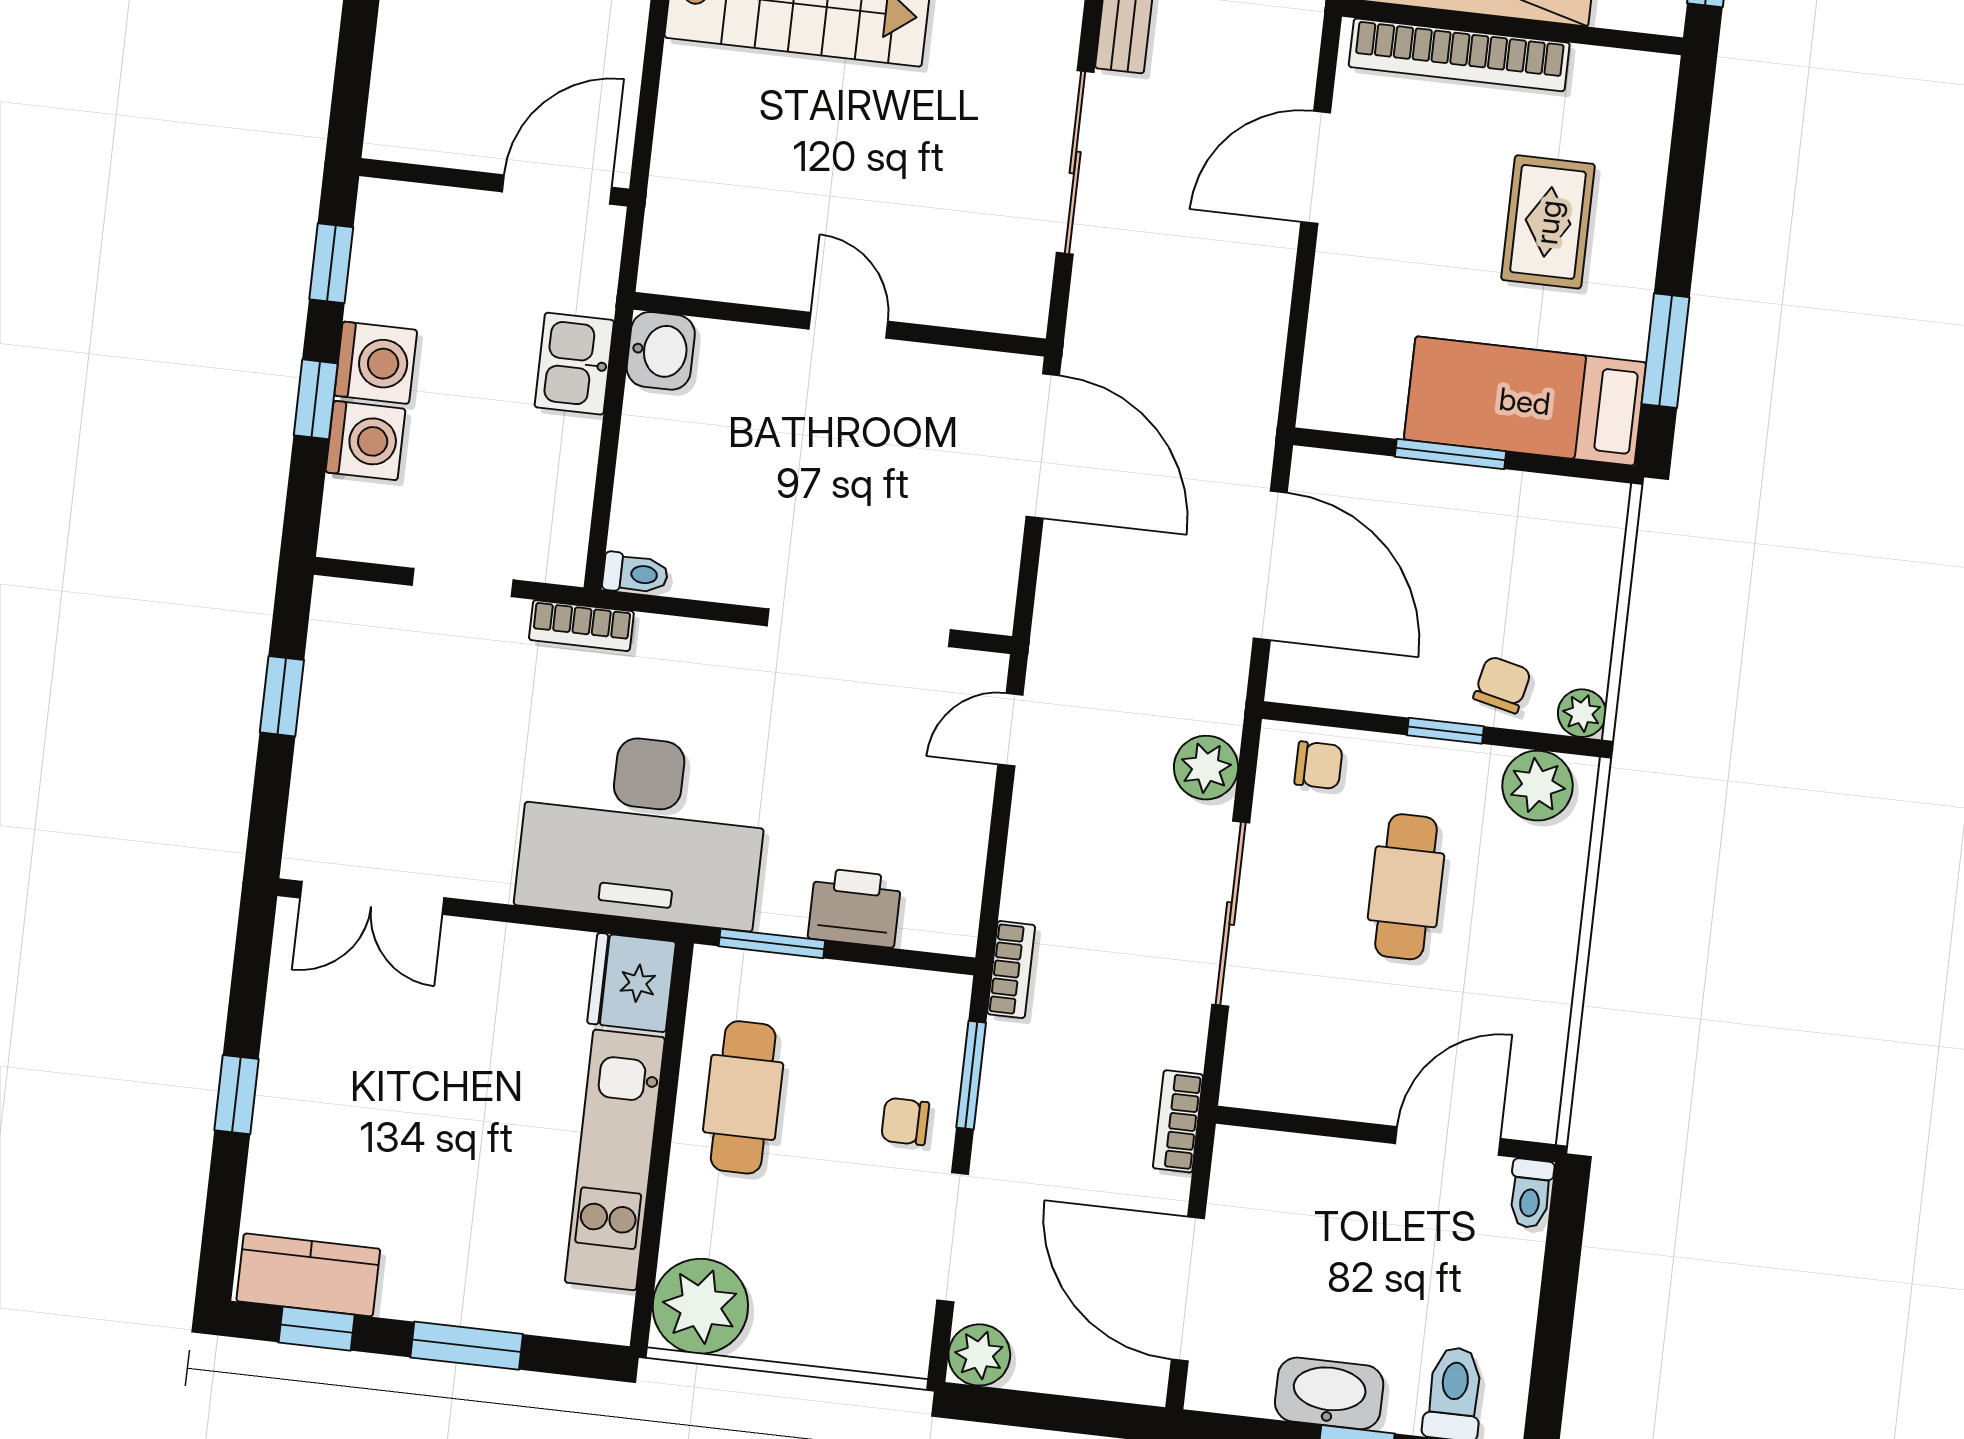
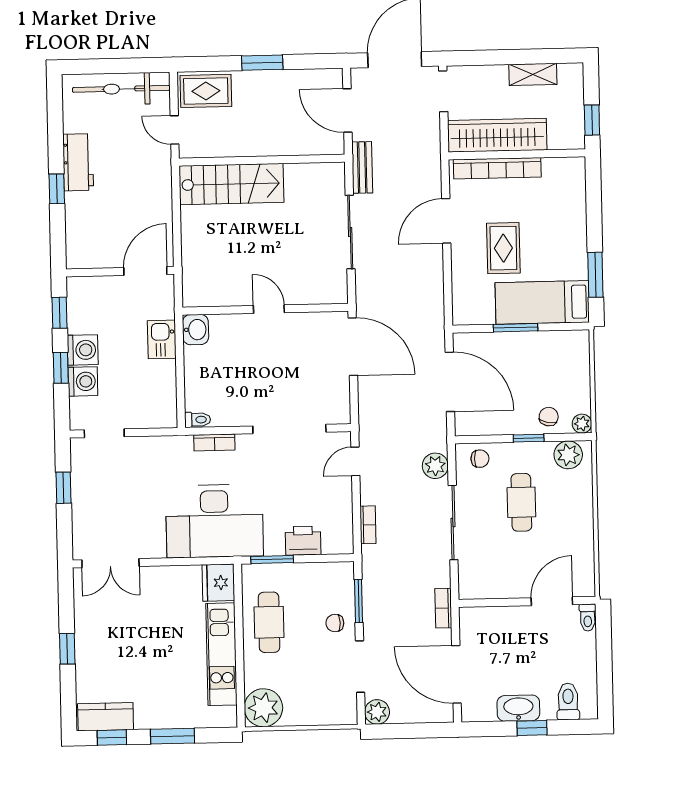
rug: (1548, 222) -> (503, 248), moved
doorway: (463, 583) -> (104, 433), moved
bookcase: (581, 626) -> (214, 442), moved
bookcase: (1011, 970) -> (368, 525), moved

